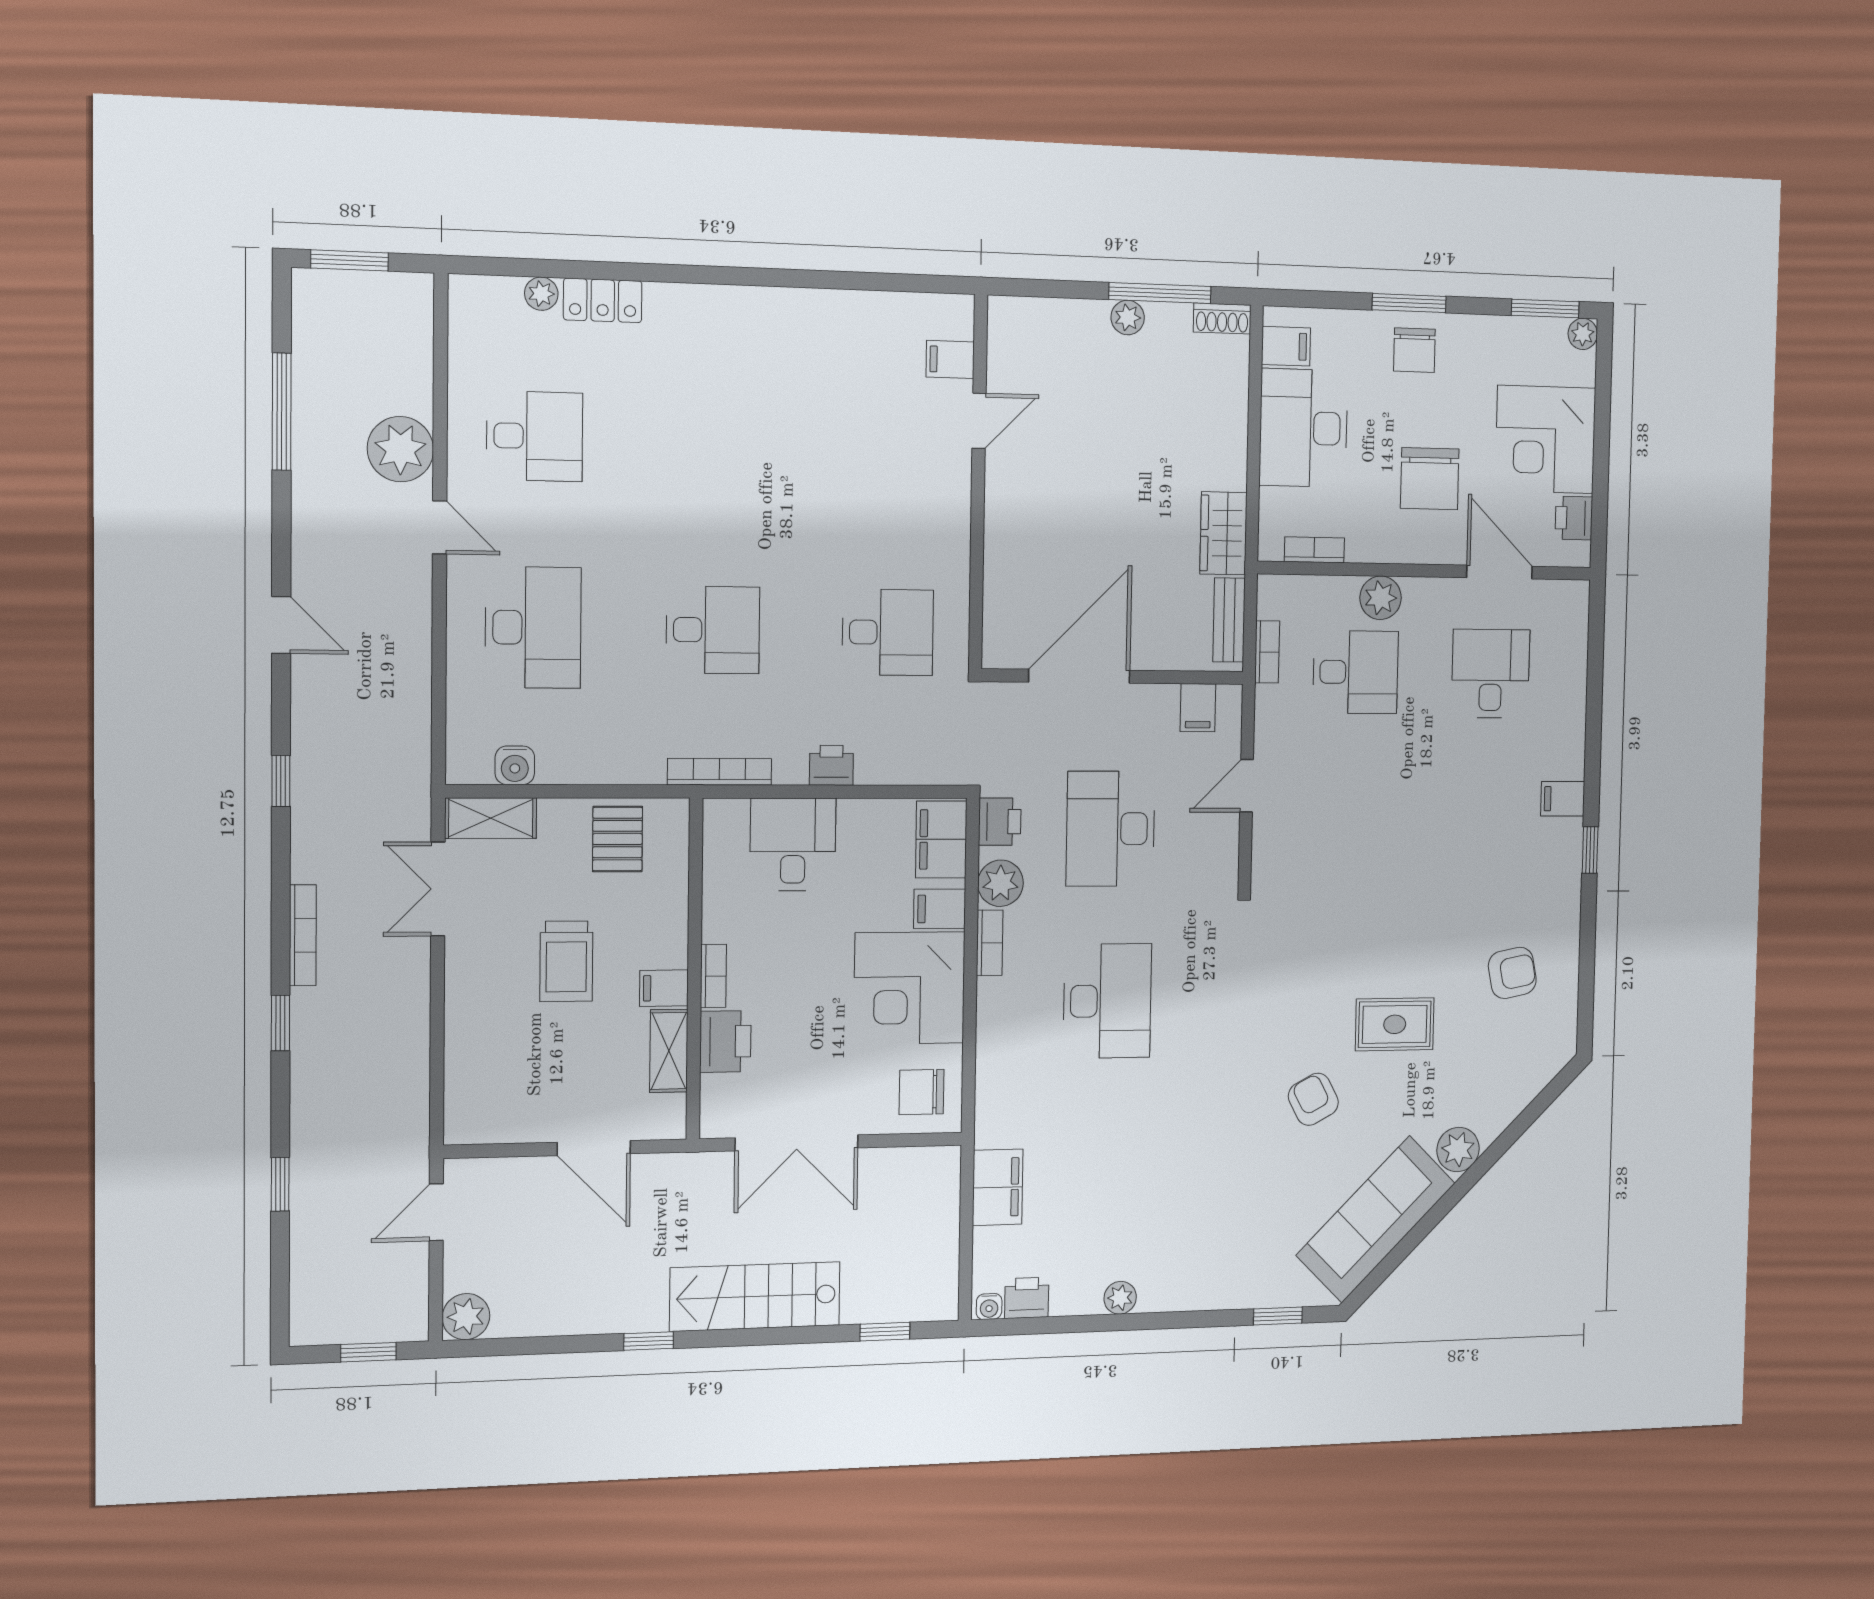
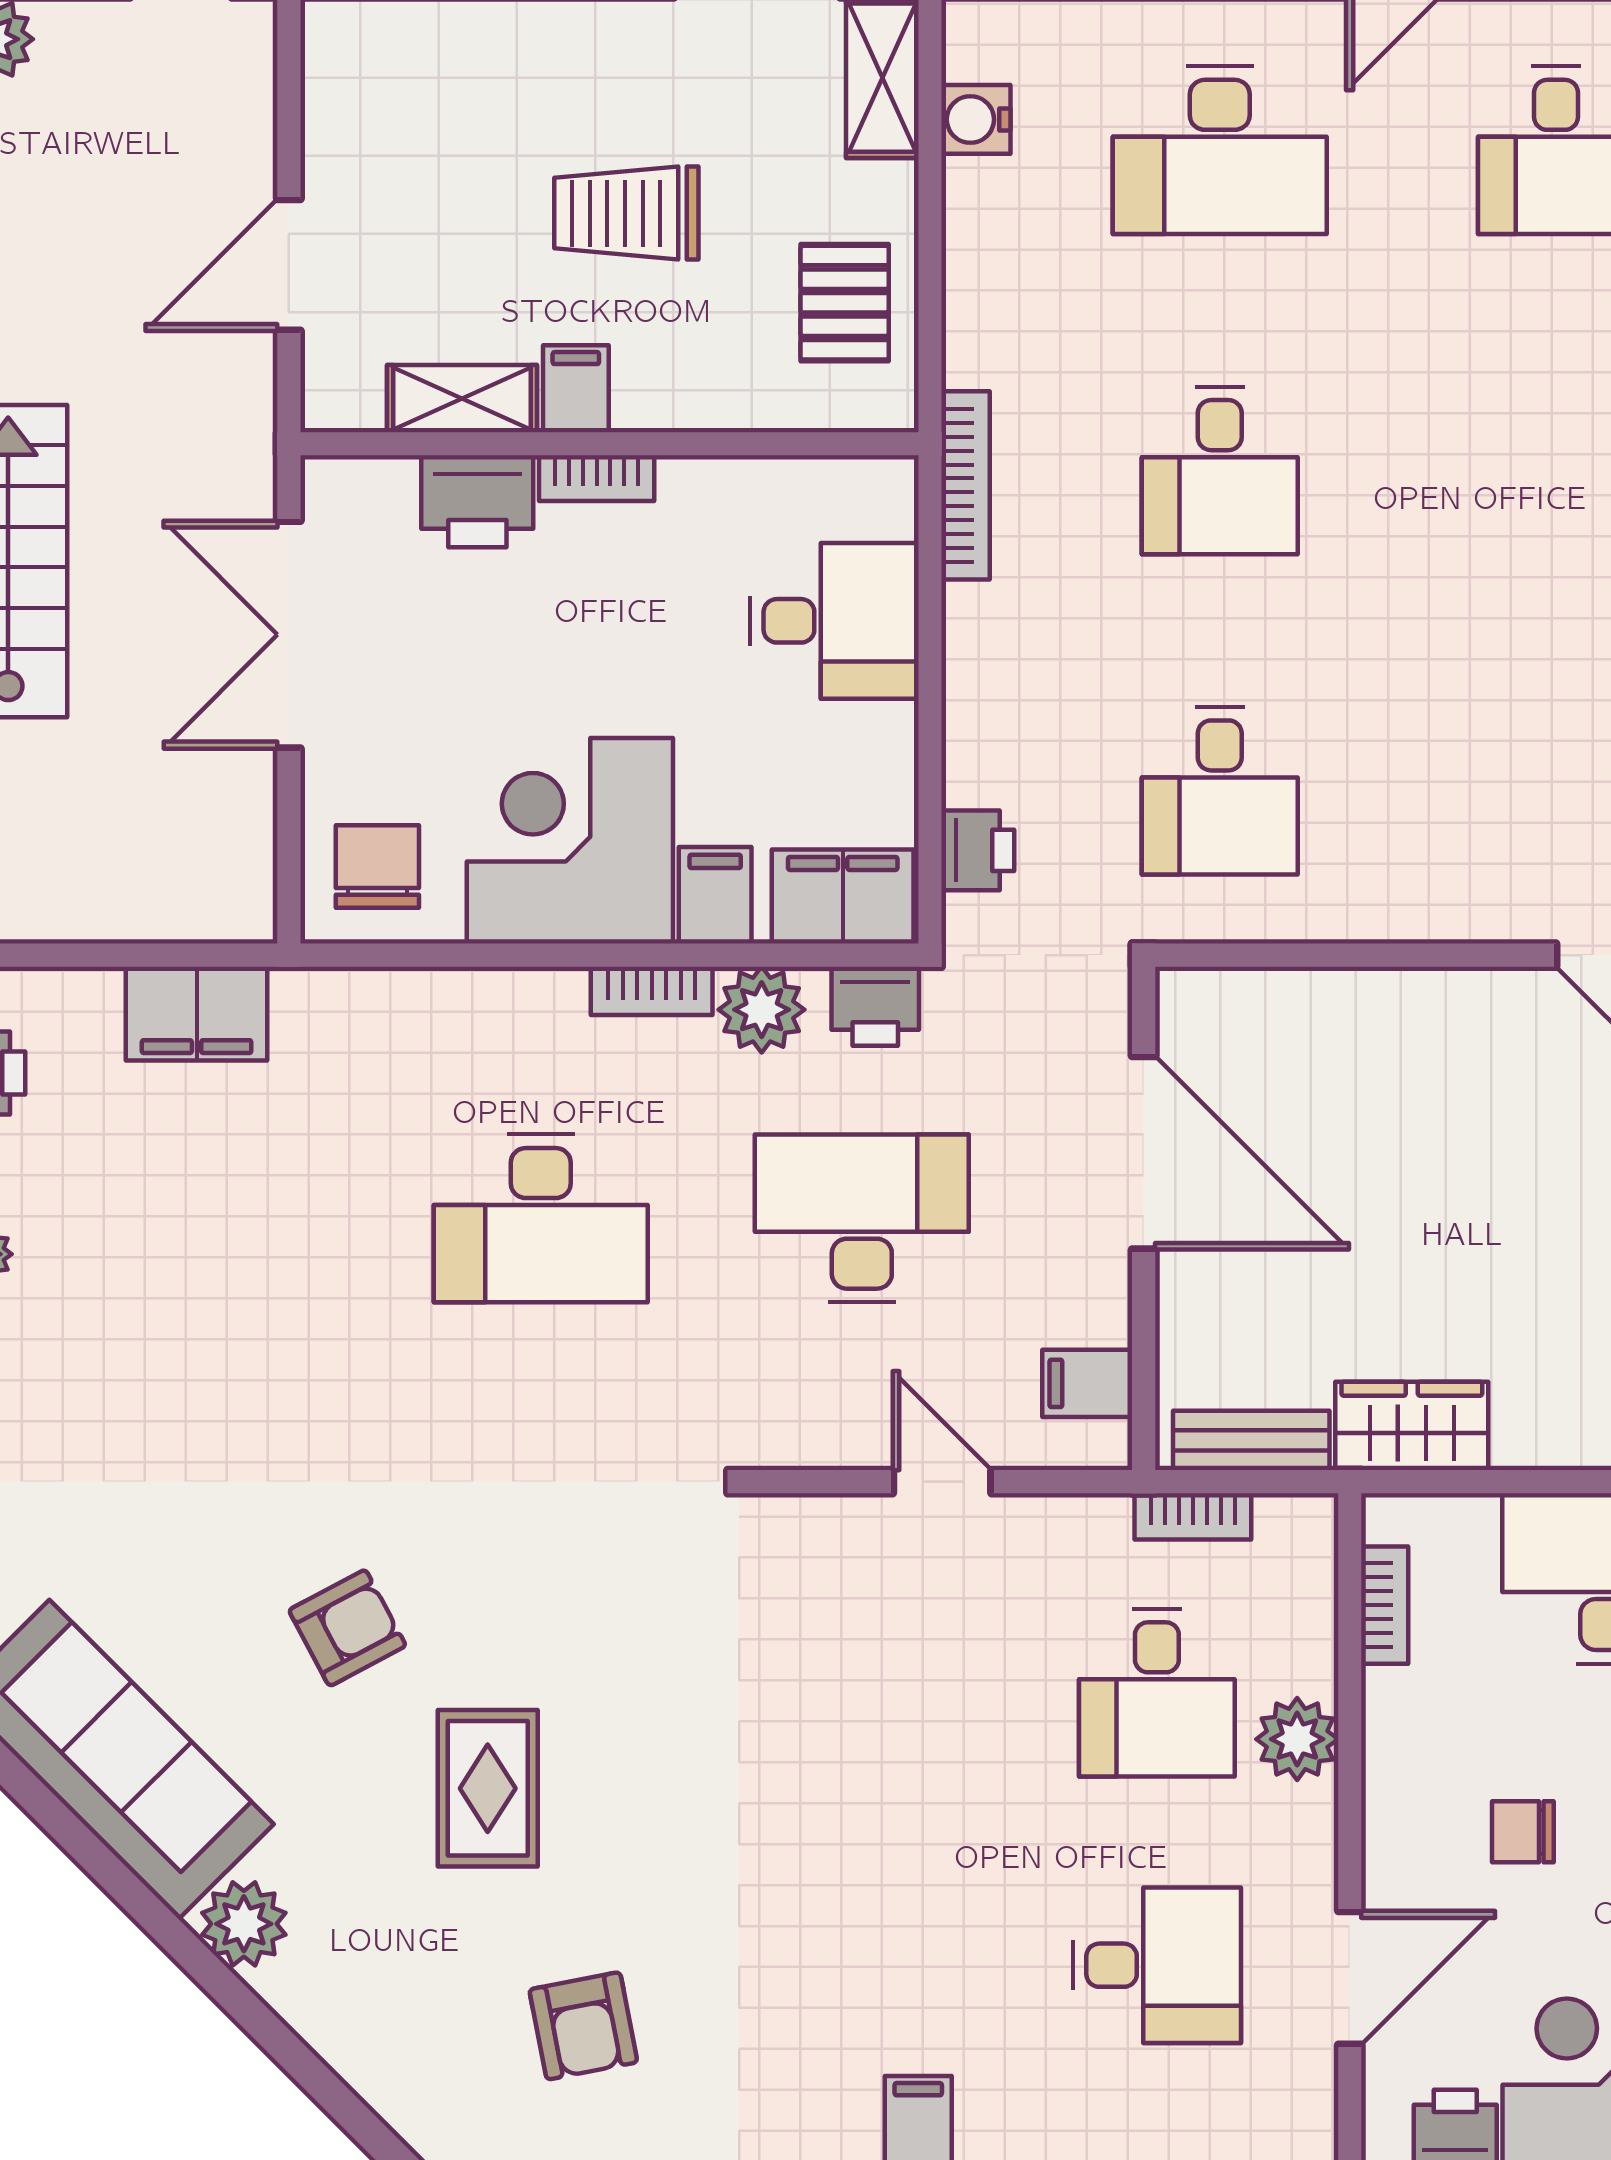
chair: (1430, 479) -> (1523, 1832), width x0.54, depth x0.54
printer: (831, 765) -> (978, 850), moved
pallet: (617, 839) -> (845, 303), turned 90

